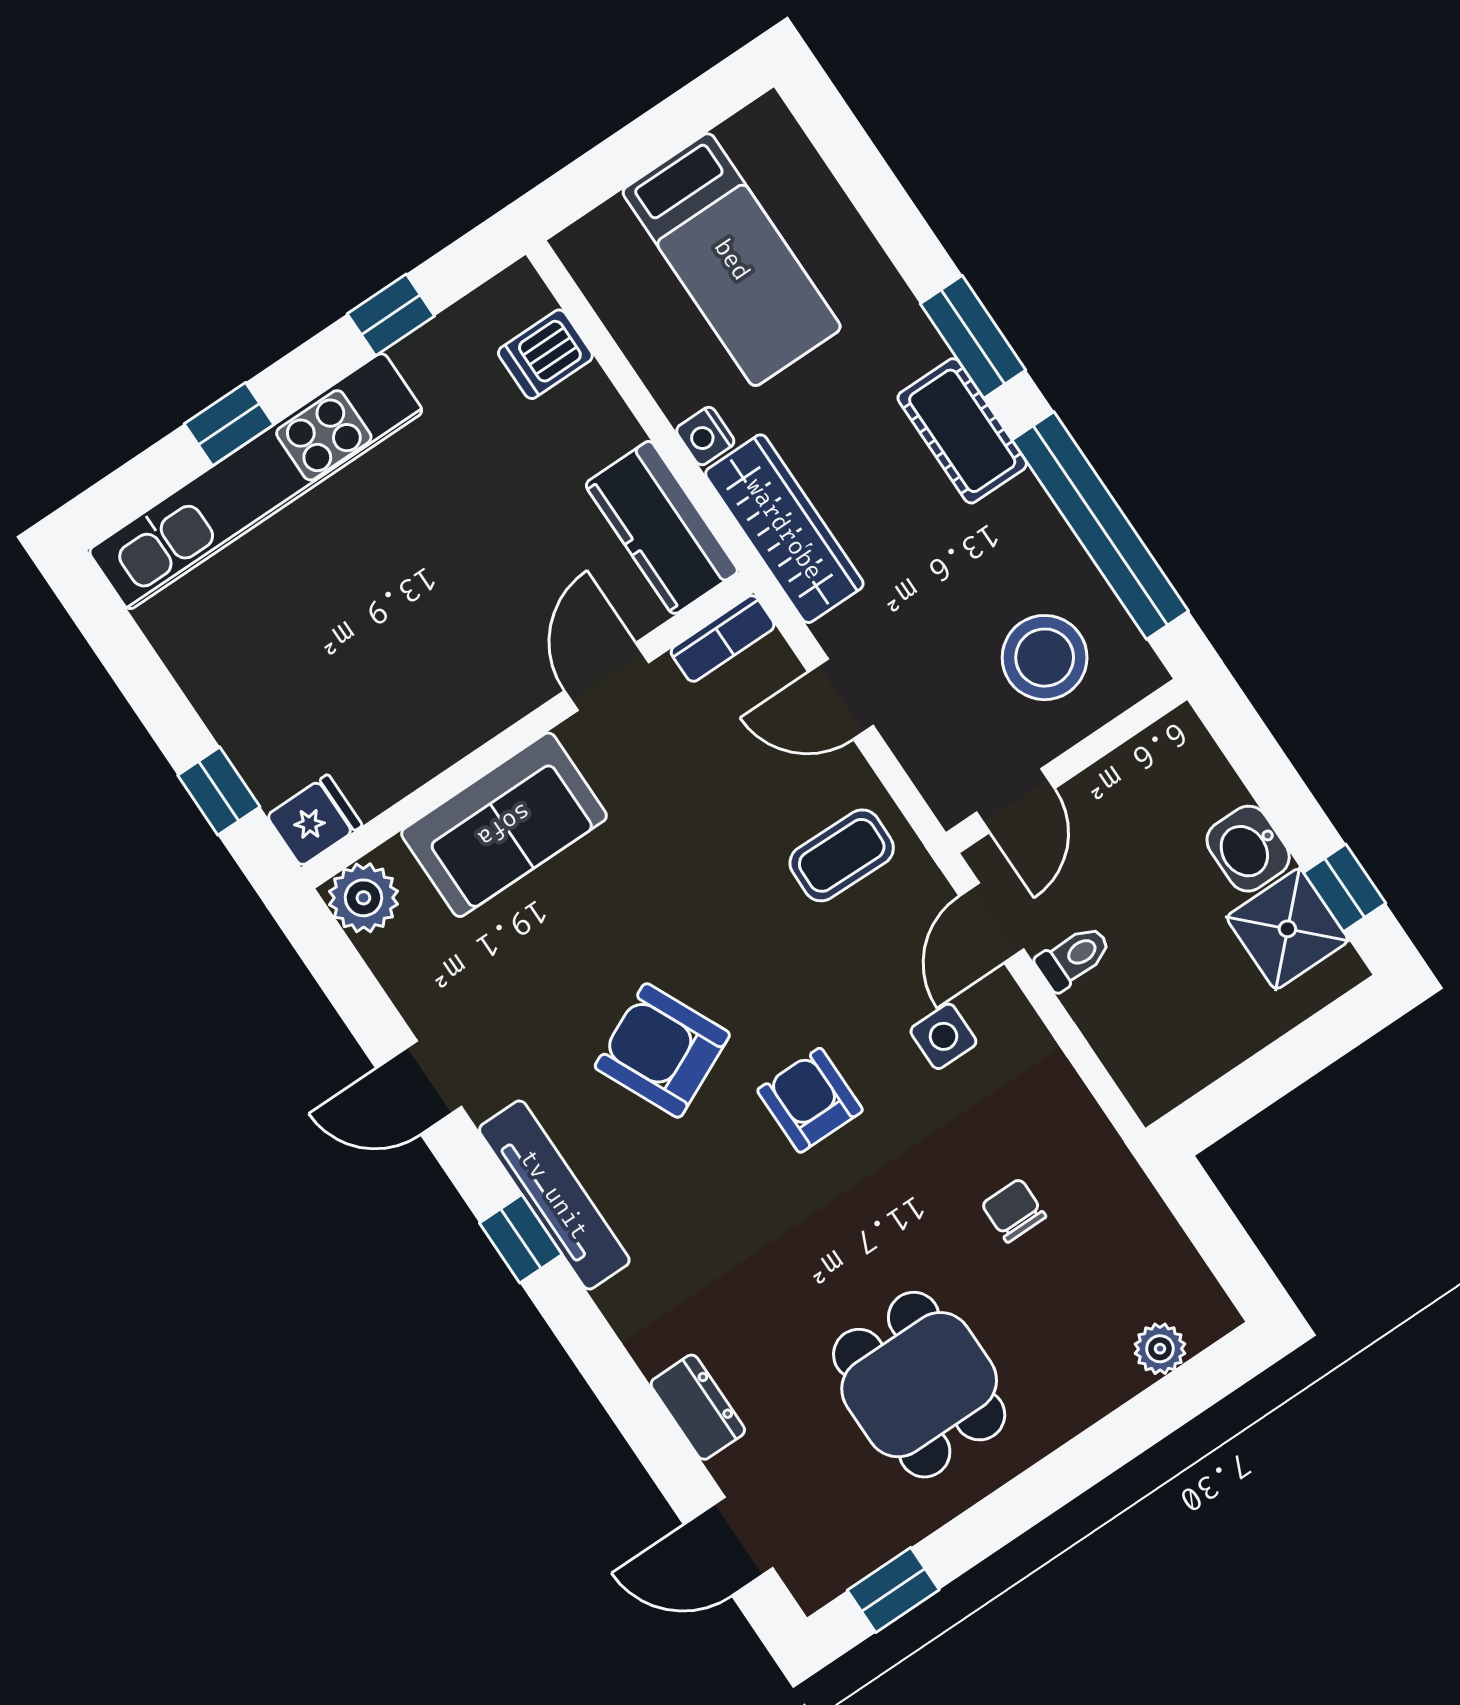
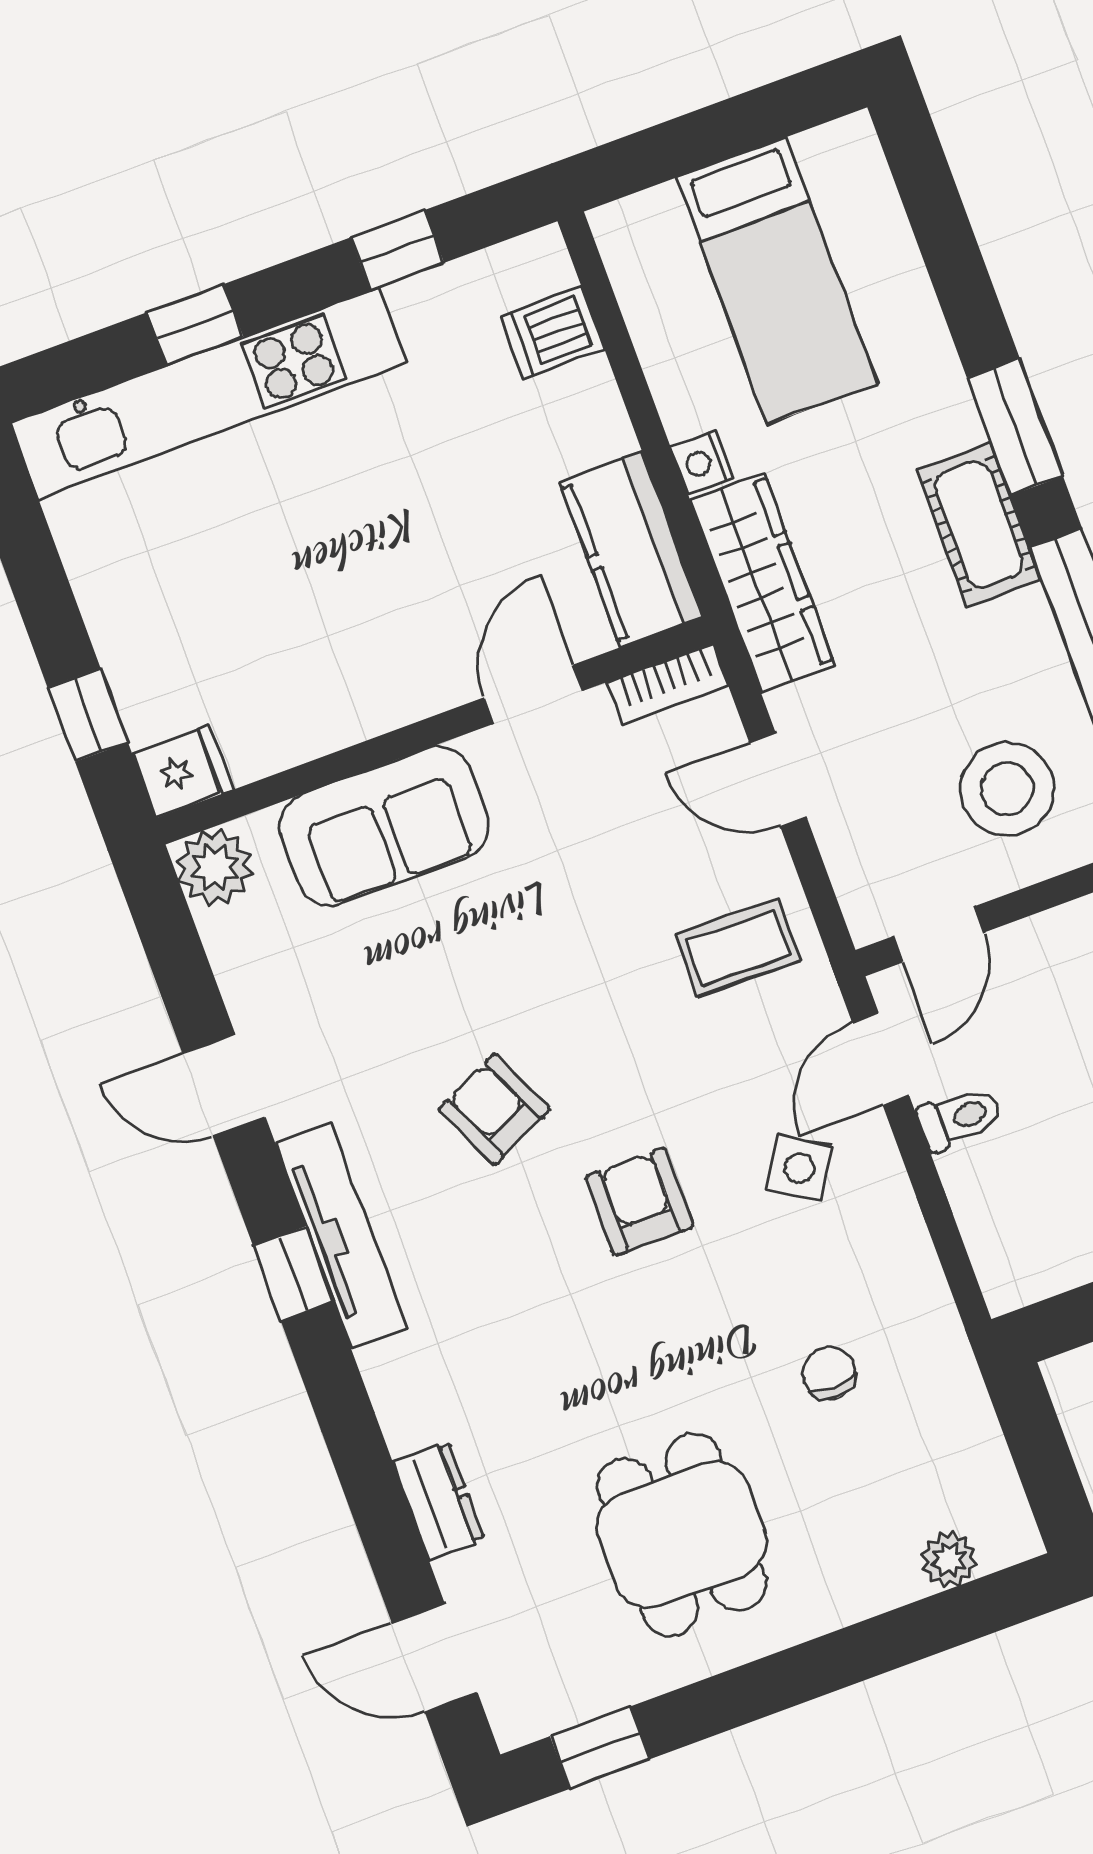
side table: (943, 1036) -> (799, 1168), turned 32
armchair: (662, 1050) -> (494, 1109), width x0.72, depth x0.72

